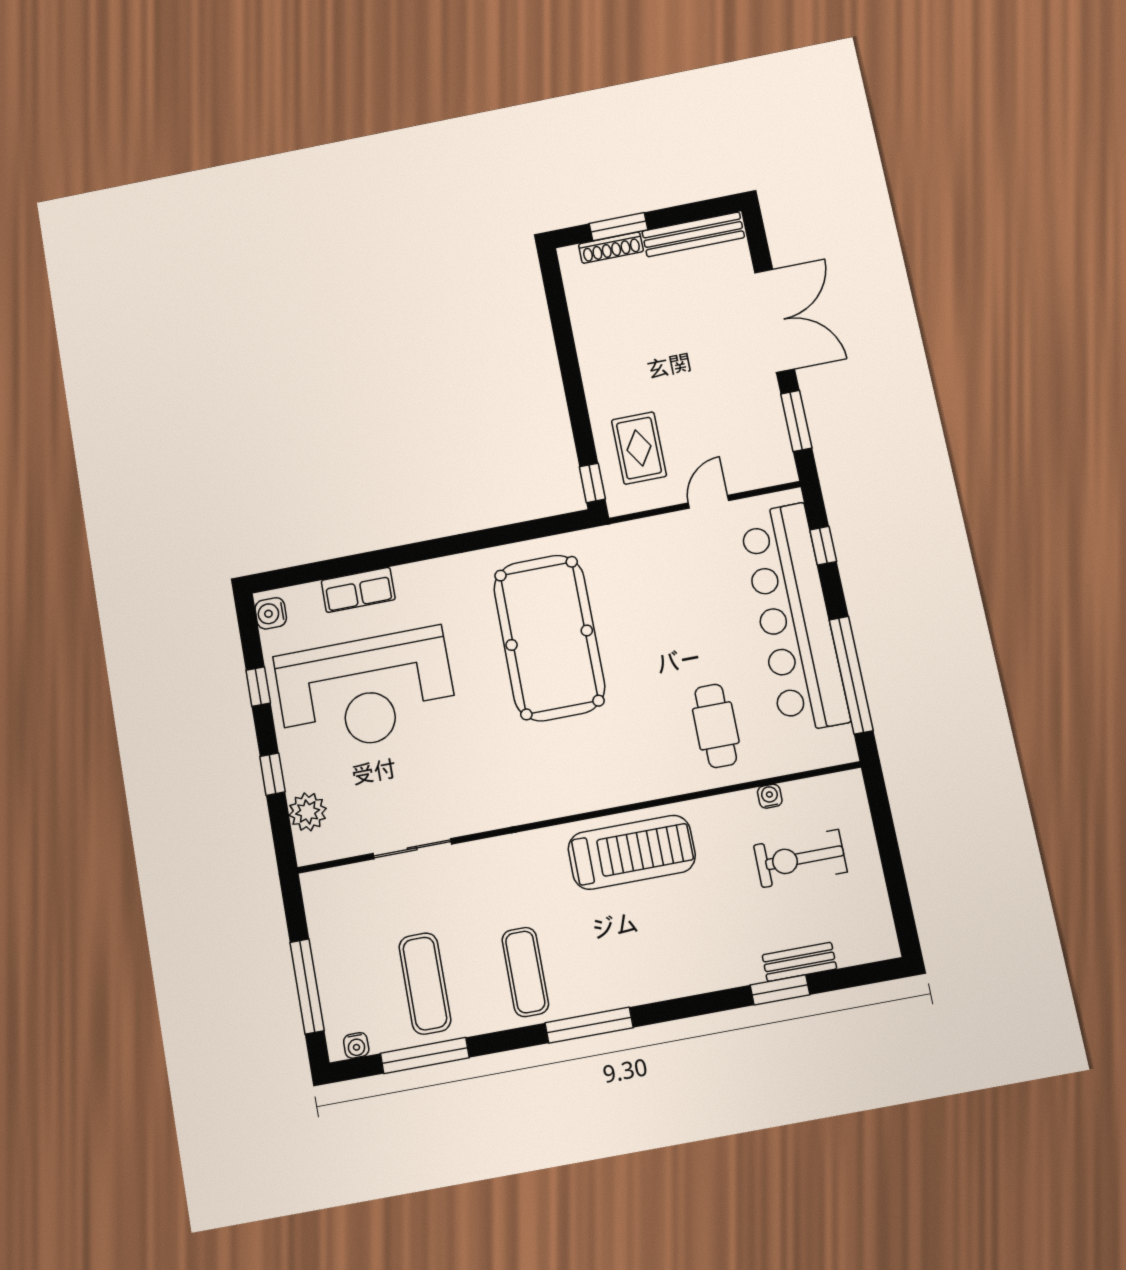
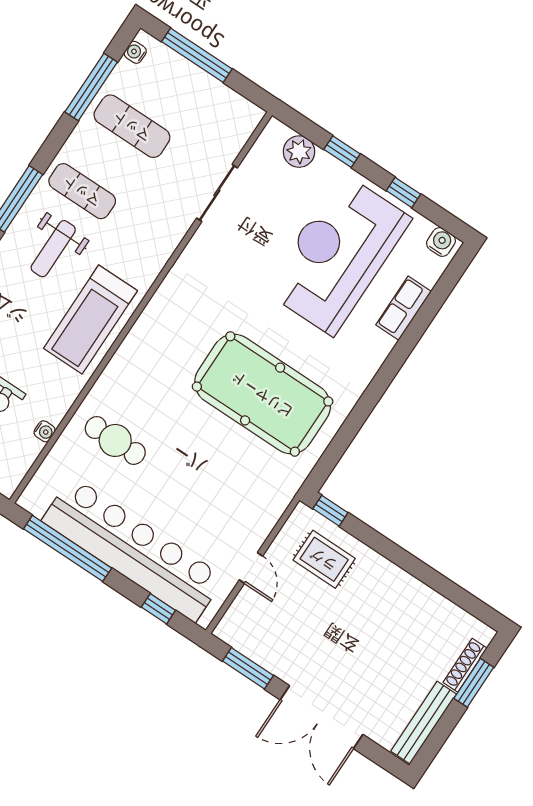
weight bench: (602, 948) -> (53, 249), added

